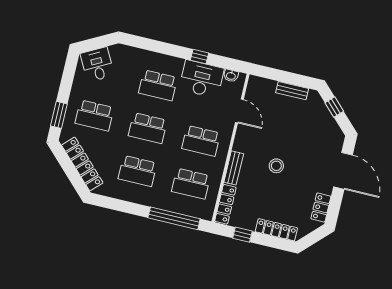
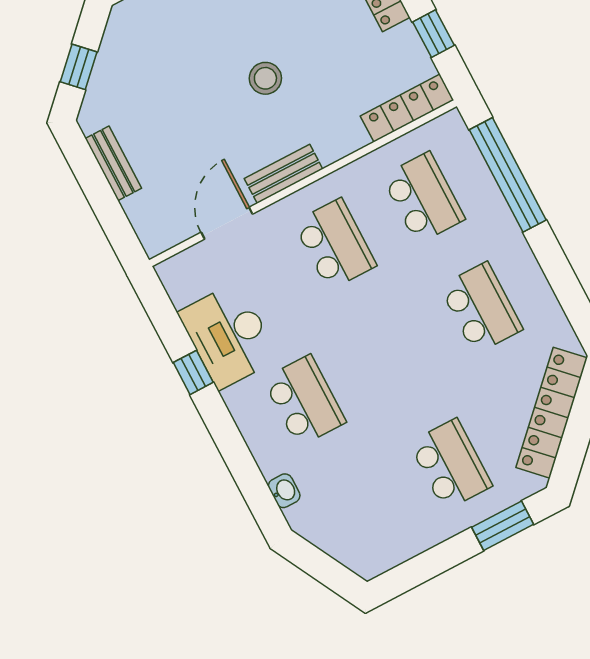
desk: (97, 64) -> (359, 535), removed
washbasin: (231, 76) -> (284, 491), moved
school desk: (148, 128) -> (393, 354), removed
bench: (234, 168) -> (283, 174), moved

